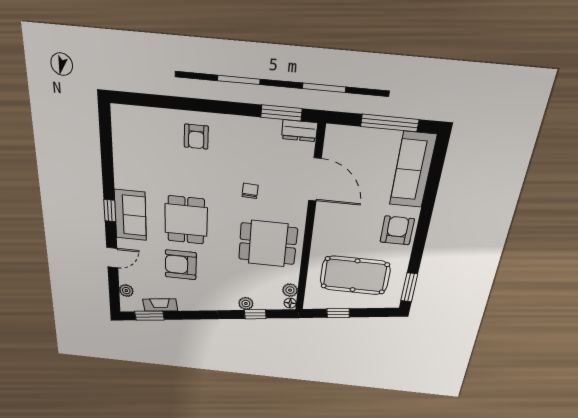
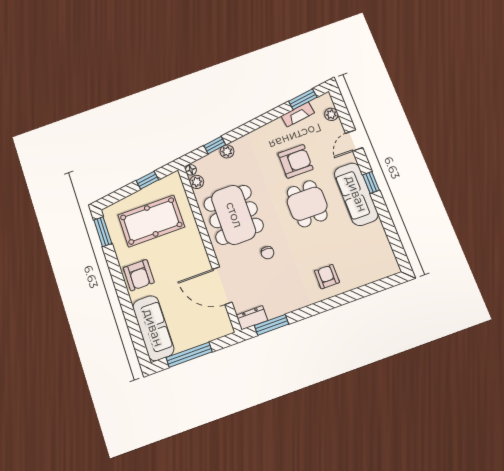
sofa: (130, 215) -> (356, 194), width x1.36
dining table: (268, 244) -> (234, 215), width x1.38

